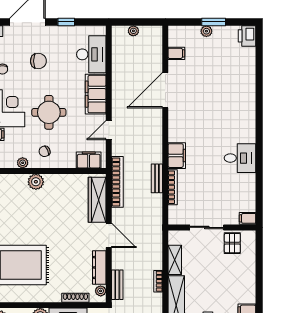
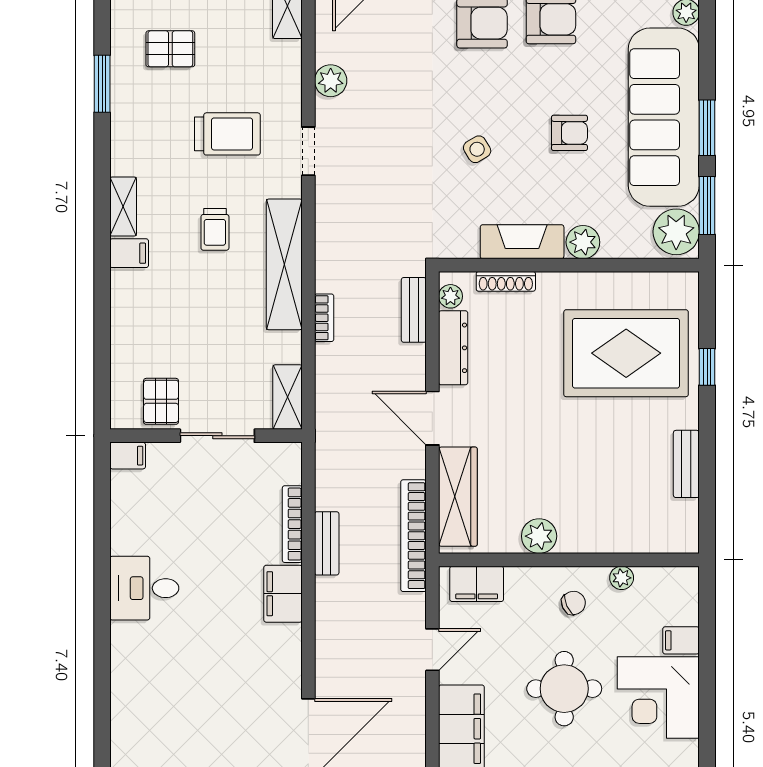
plant: (36, 182) -> (539, 536), moved
shelving: (175, 260) -> (288, 397), moved

